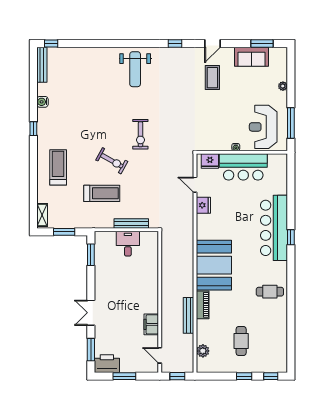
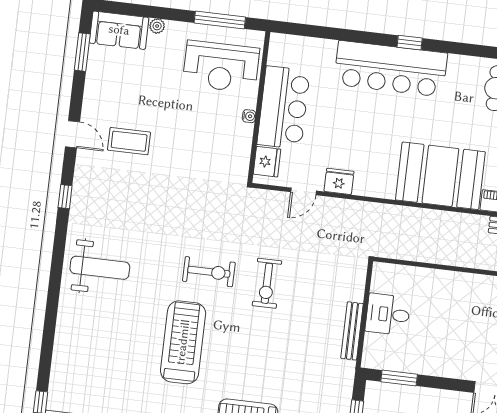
sofa: (251, 57) -> (119, 30), moved, turned 90
exercise bike: (112, 161) -> (267, 283), moved, turned 151
treadmill: (102, 193) -> (183, 342), moved, width x1.37, depth x1.37
bench: (131, 223) -> (352, 331), moved

